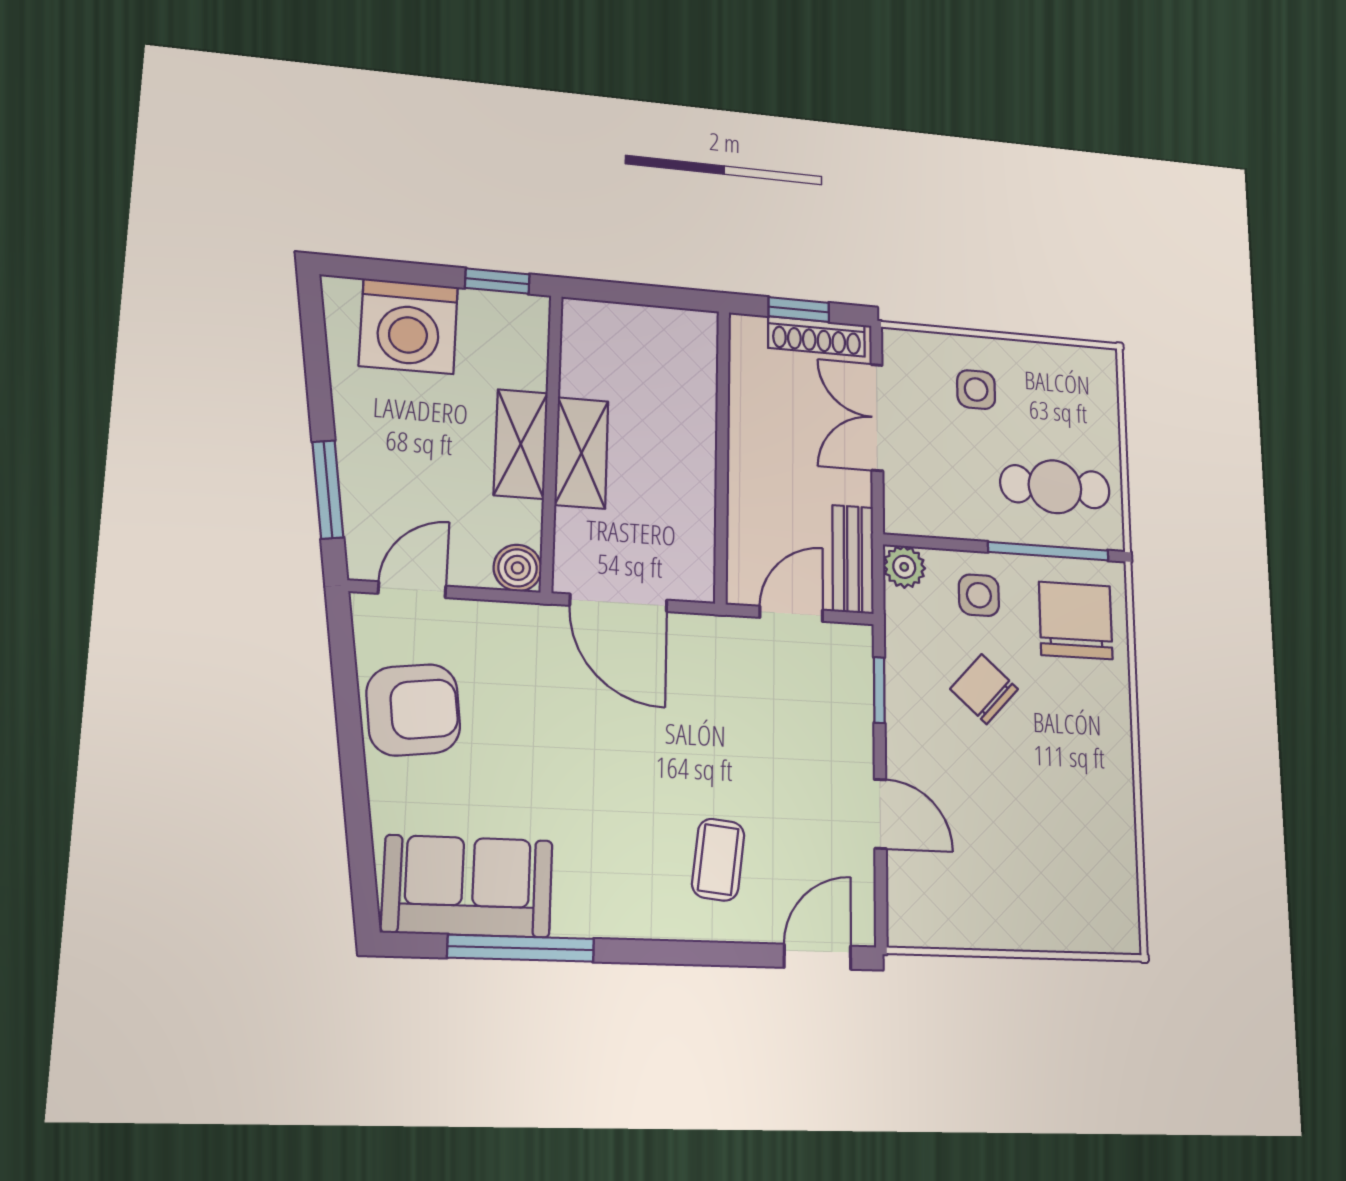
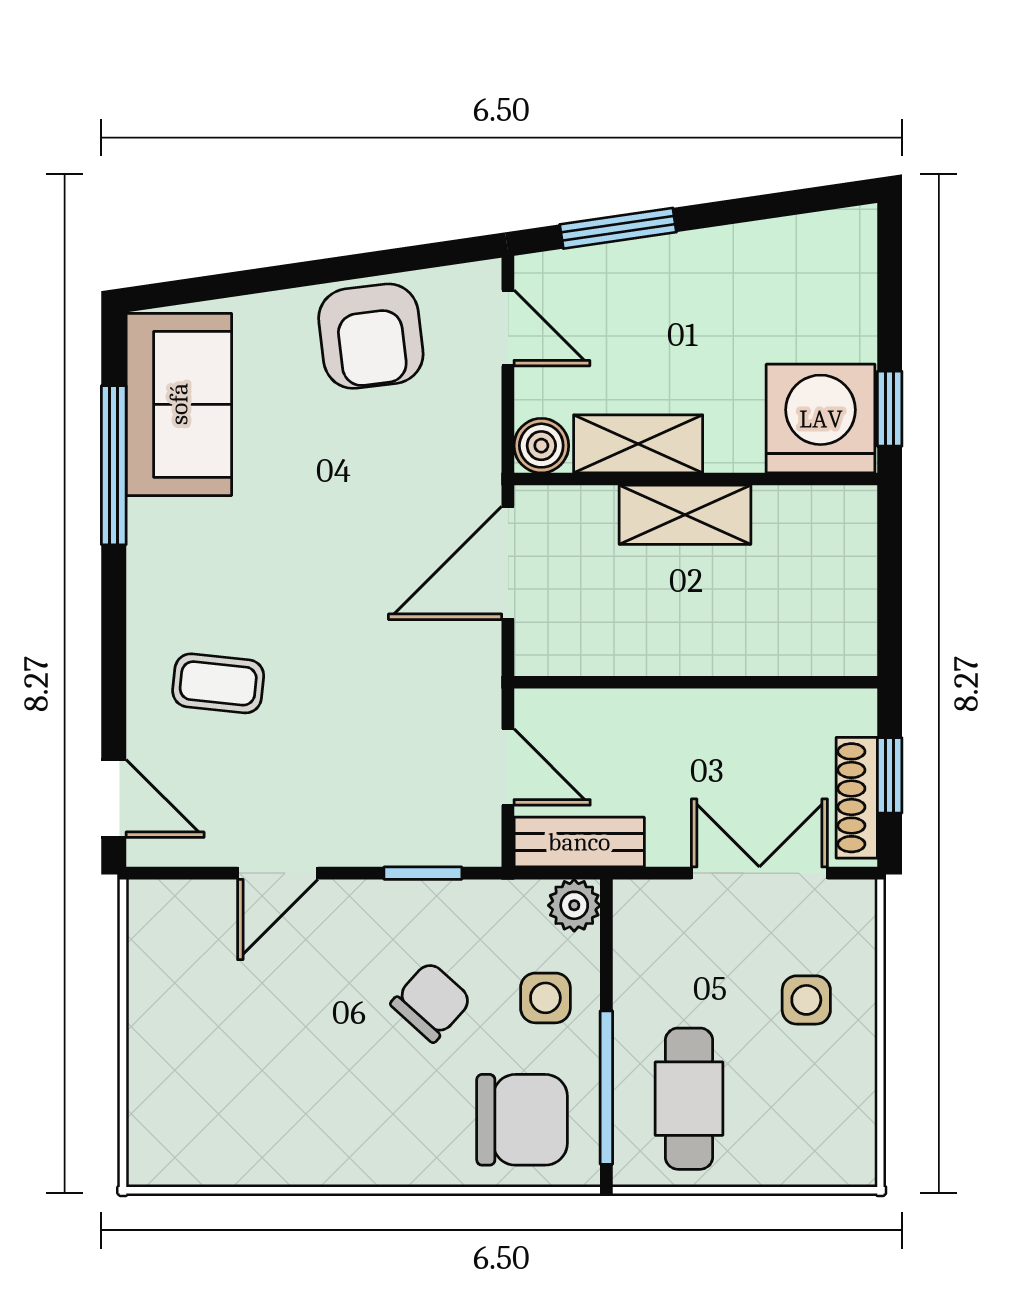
washing machine: (408, 326) -> (821, 419), moved, turned 90
shelving: (521, 444) -> (638, 444), moved

